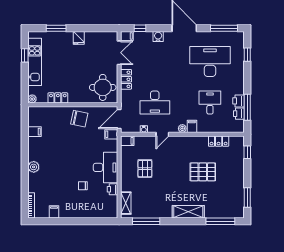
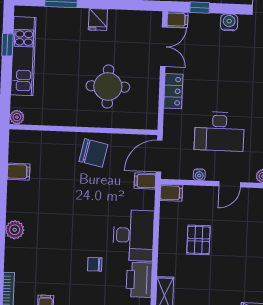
round table: (103, 87) -> (108, 86), moved
locker: (58, 98) -> (59, 117), removed
printer: (112, 189) -> (139, 280), width x1.87, depth x1.48

